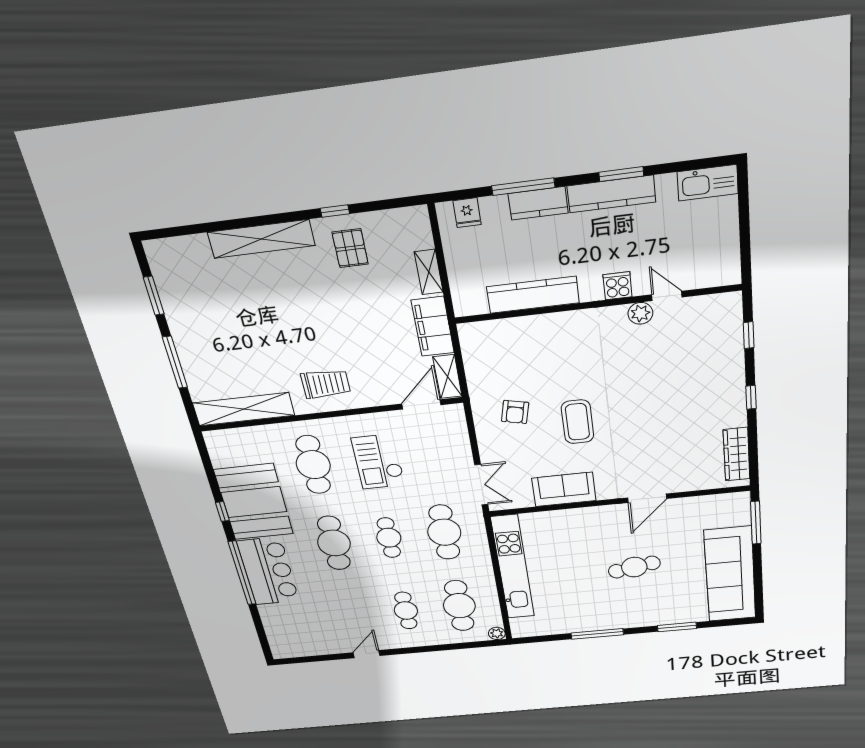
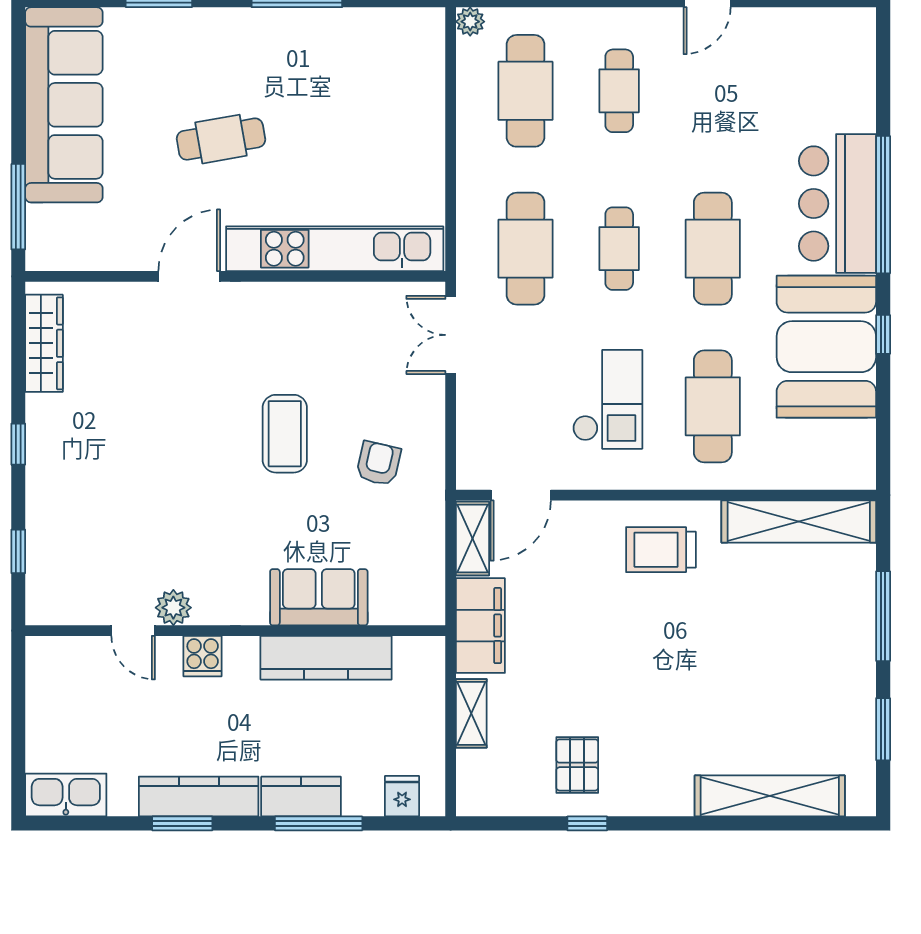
shelving: (261, 239) -> (770, 796), moved
sofa: (564, 489) -> (319, 597), moved, turned 180
kitchen unit: (513, 567) -> (335, 249), moved, turned 90

